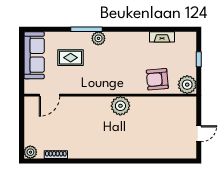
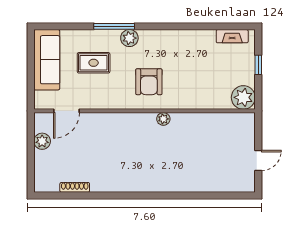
fireplace: (162, 37) -> (232, 36), moved
armchair: (157, 79) -> (149, 82), moved, turned -85
plant: (120, 106) -> (163, 119), width x0.53, depth x0.53
plant: (30, 152) -> (42, 141), moved

